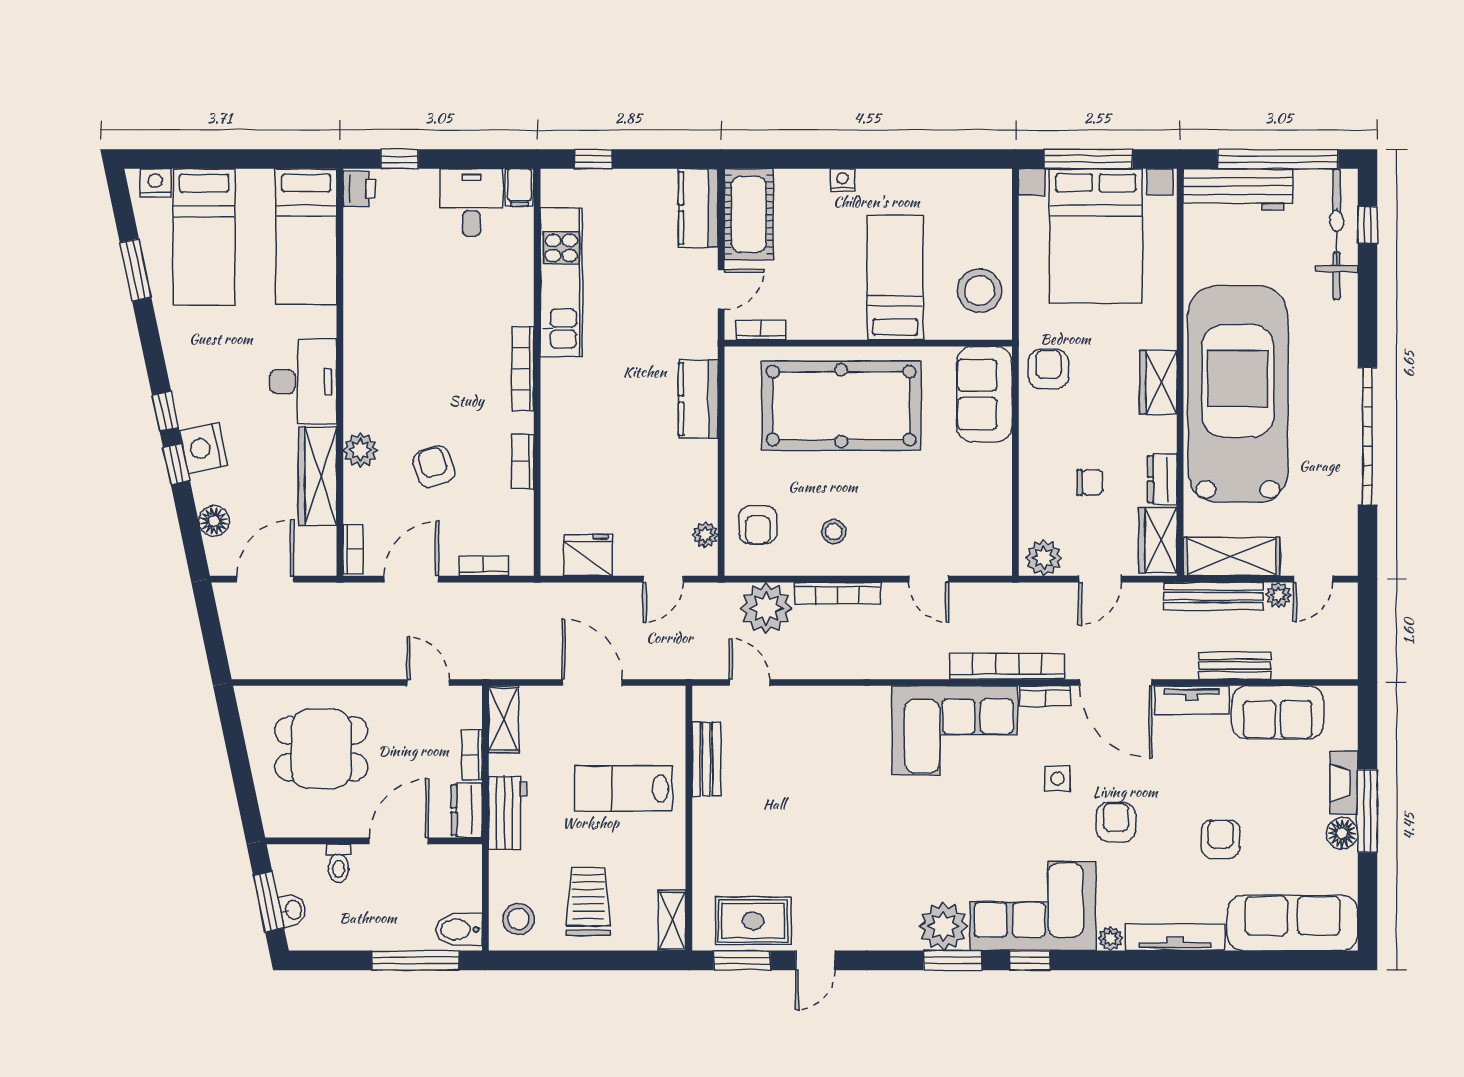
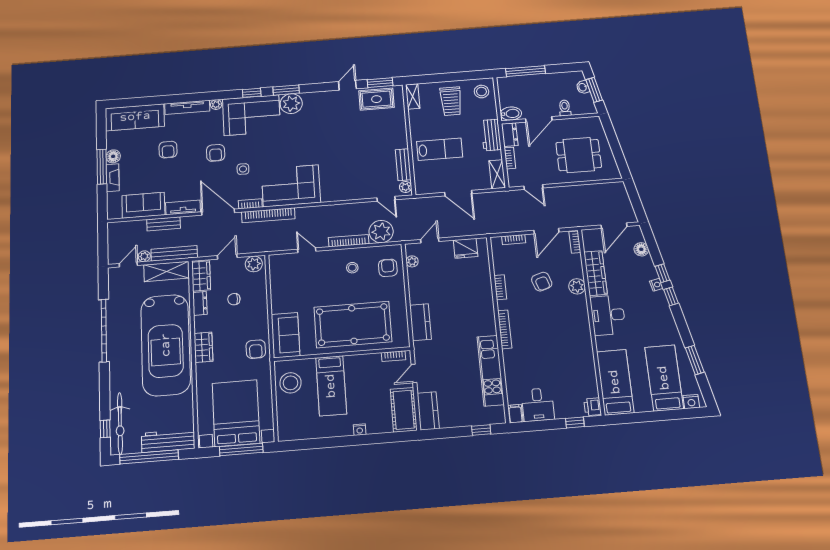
nightstand: (203, 448) -> (656, 285), width x0.53, depth x0.56
plant: (705, 706) -> (406, 187), added
bidet: (459, 930) -> (511, 114), moved

